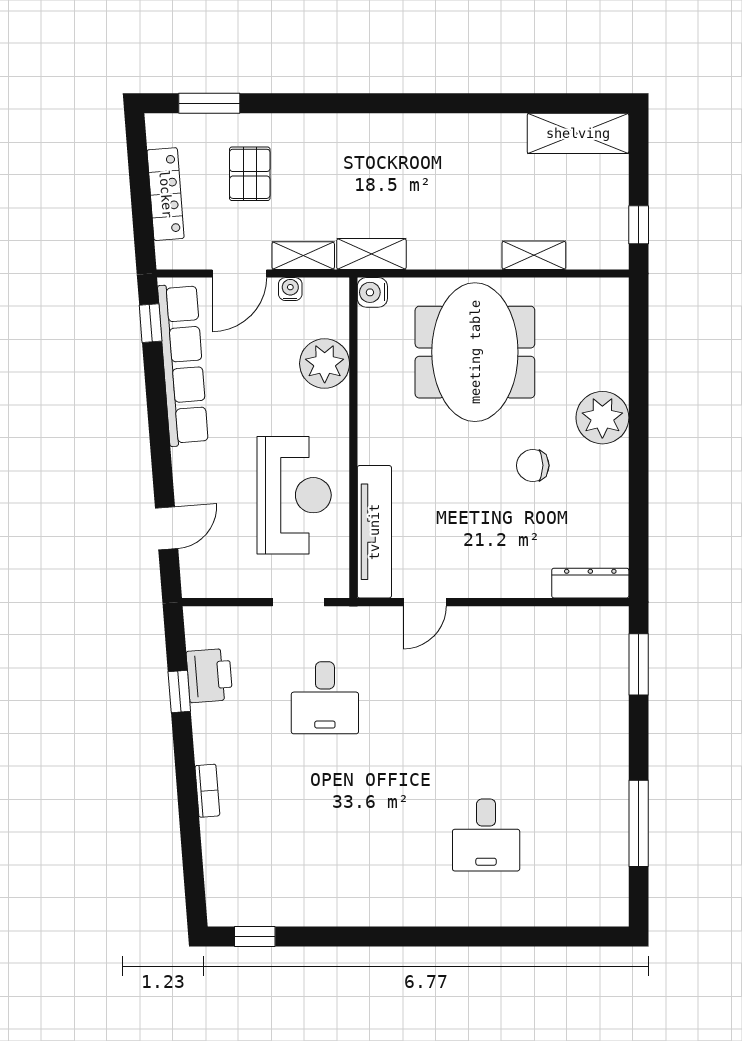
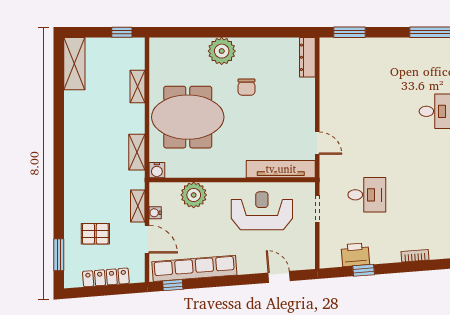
shelving: (371, 254) -> (137, 152), moved

